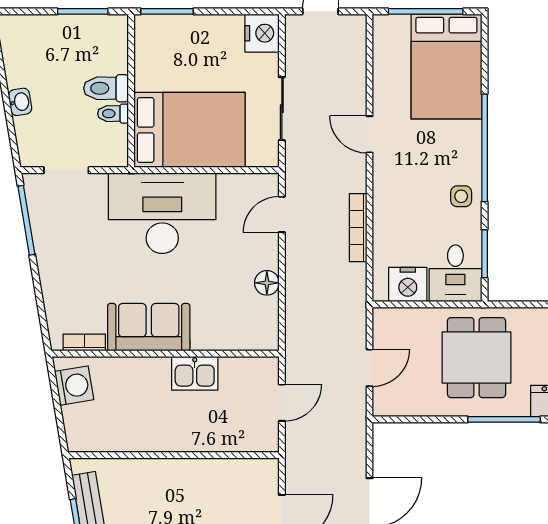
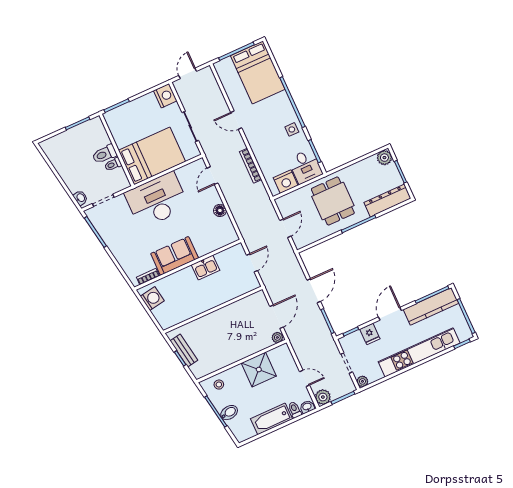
washbasin: (20, 102) -> (81, 198), moved

